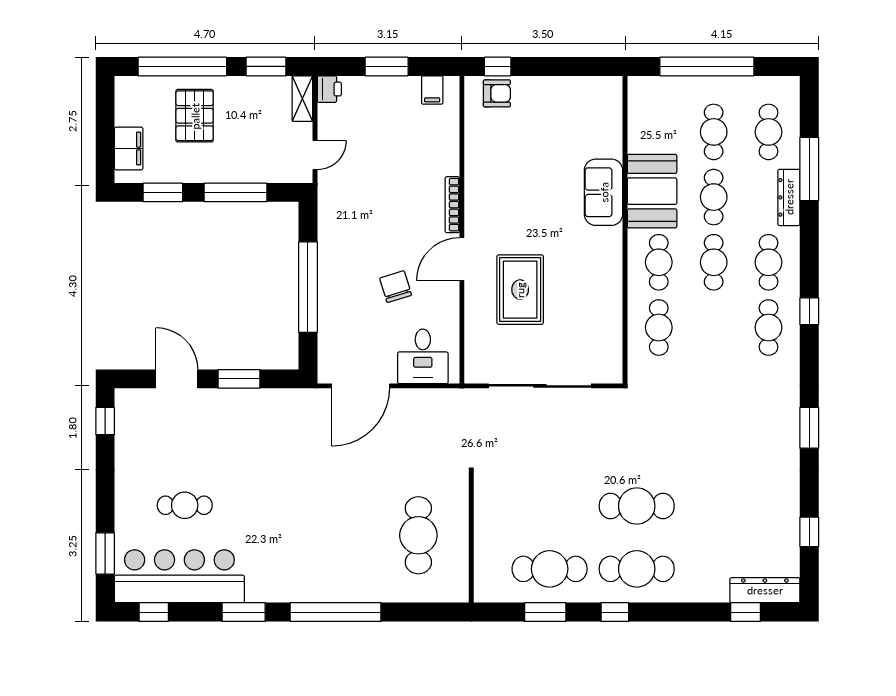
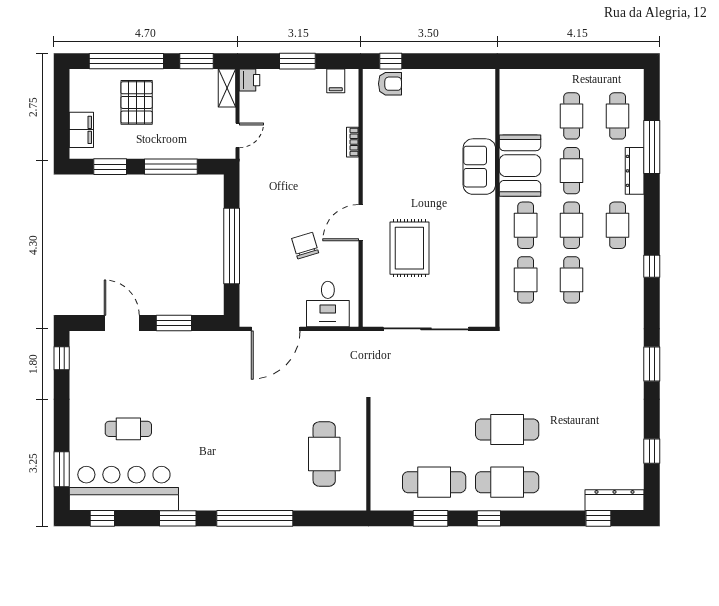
window: (707, 66) -> (566, 61), removed
bookcase: (452, 205) -> (353, 142), moved, width x0.64
cafe table: (769, 328) -> (572, 280), moved

